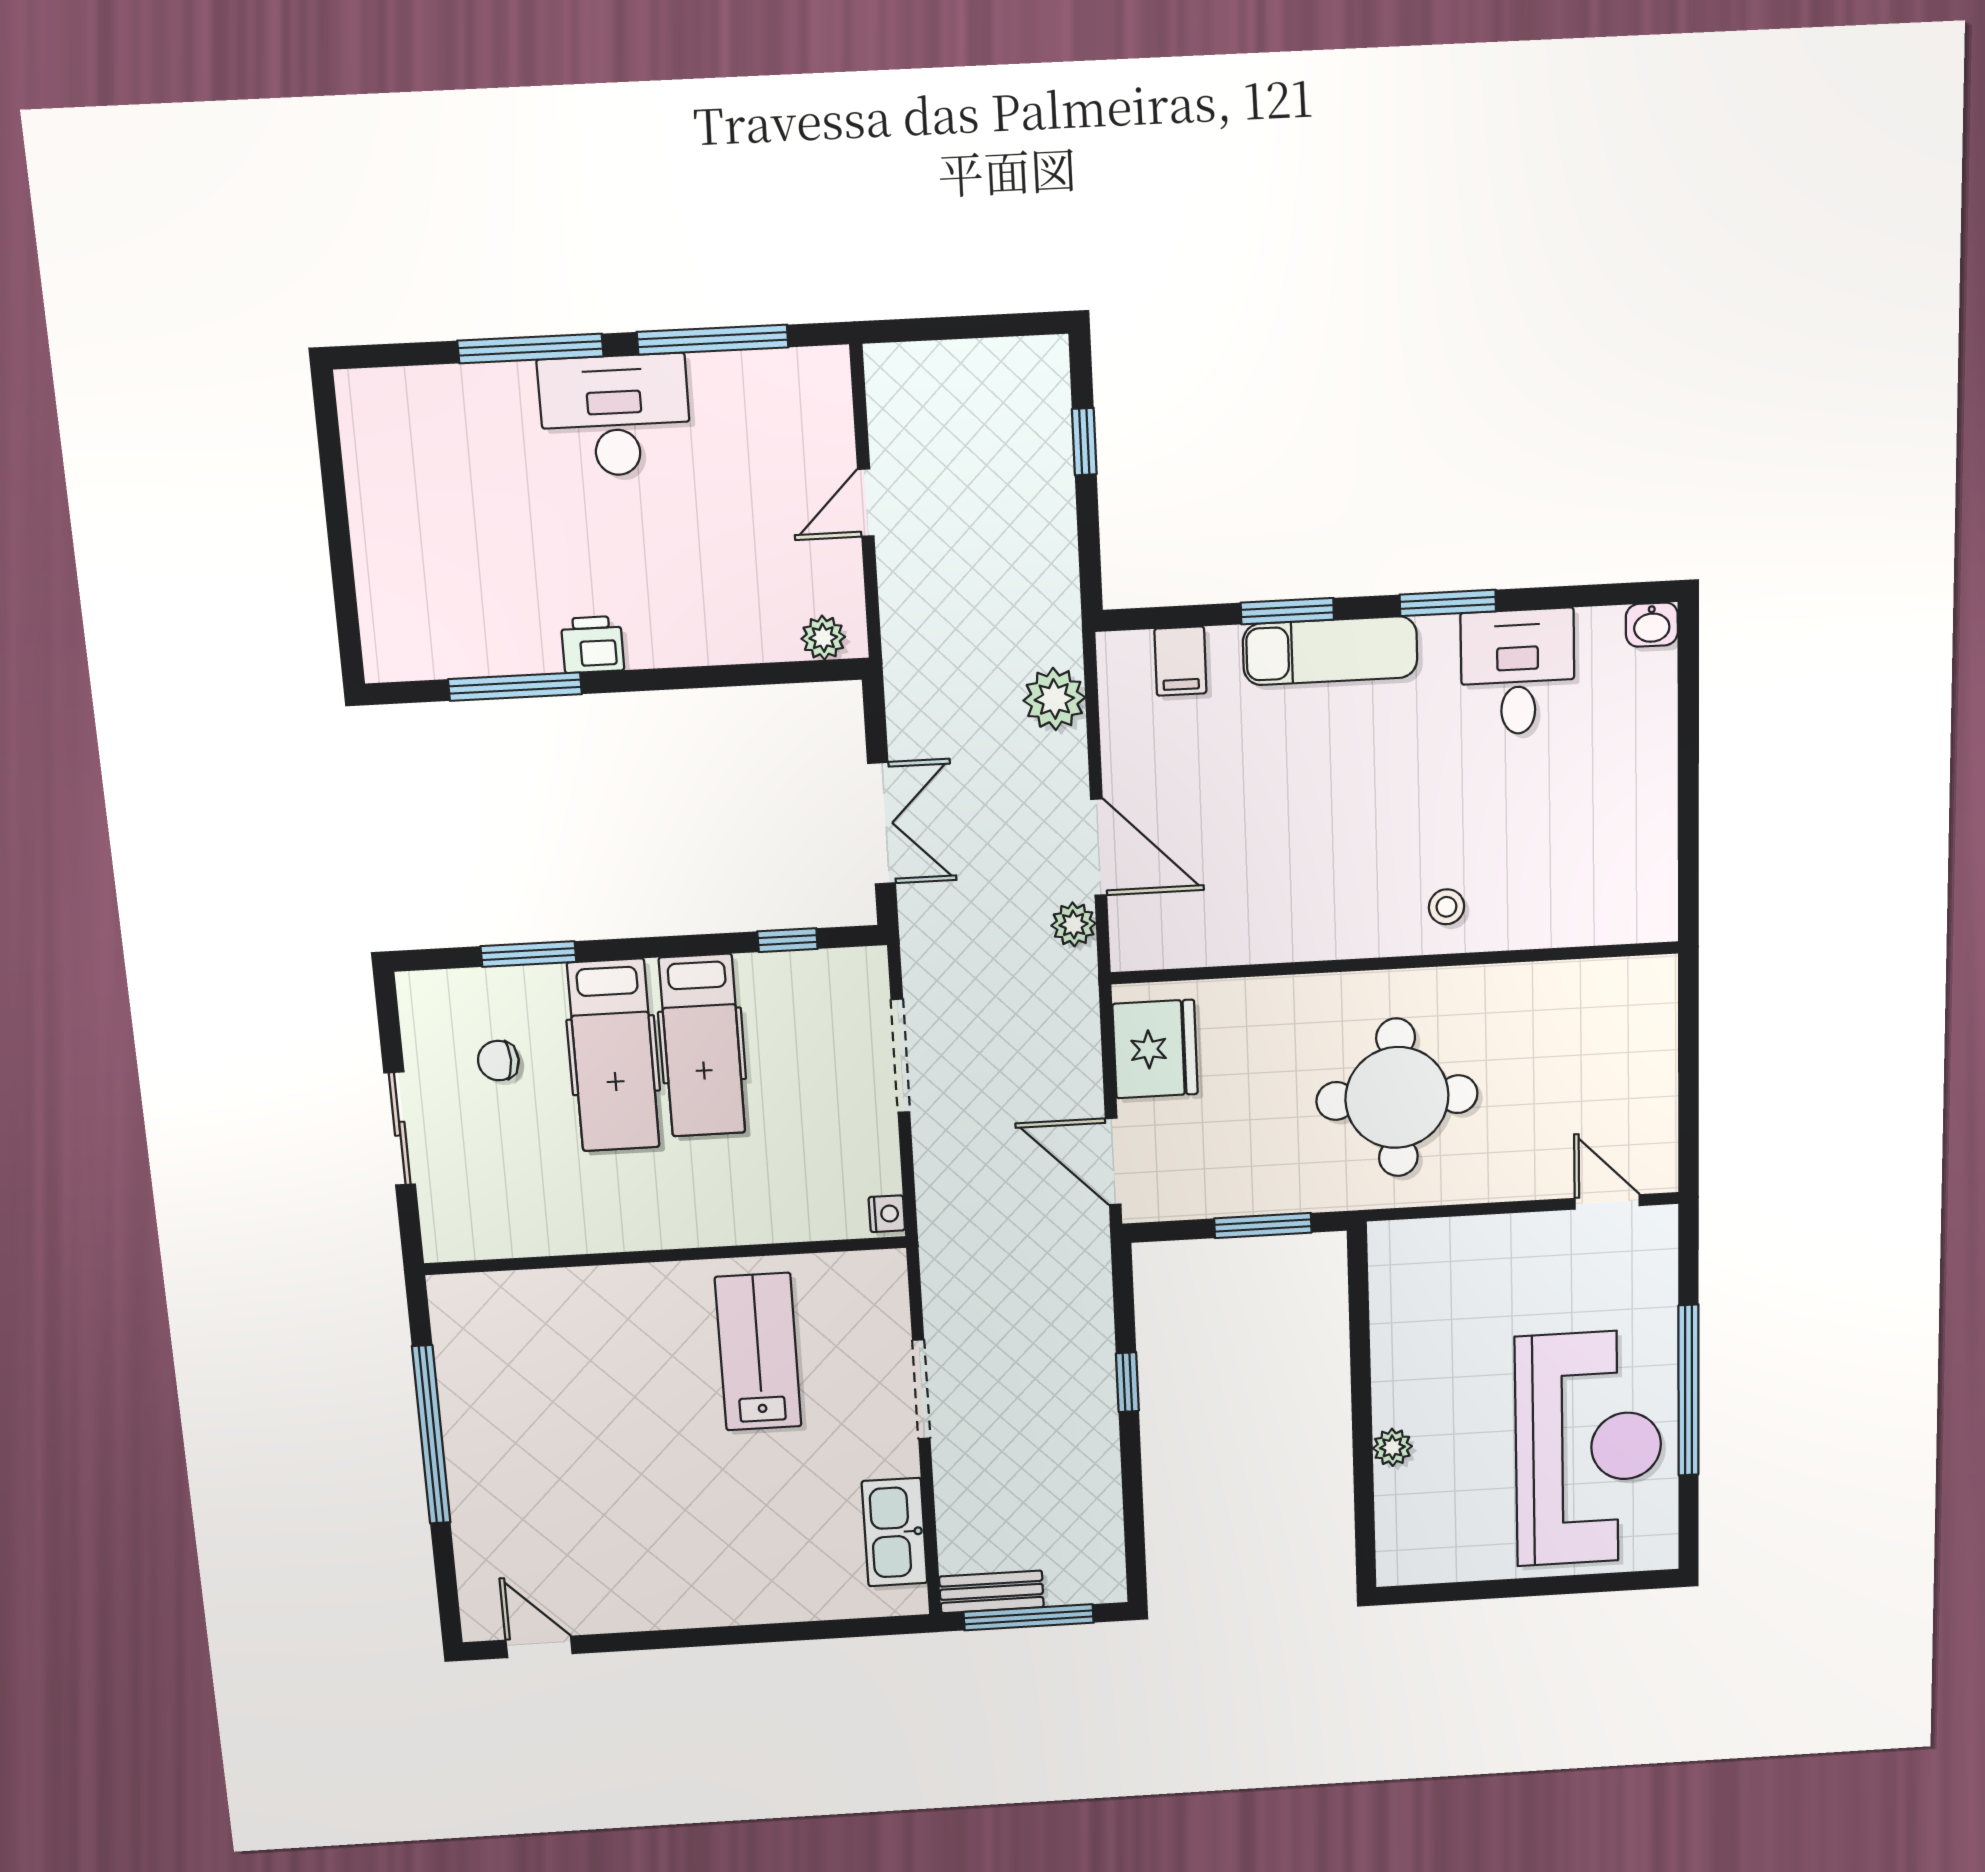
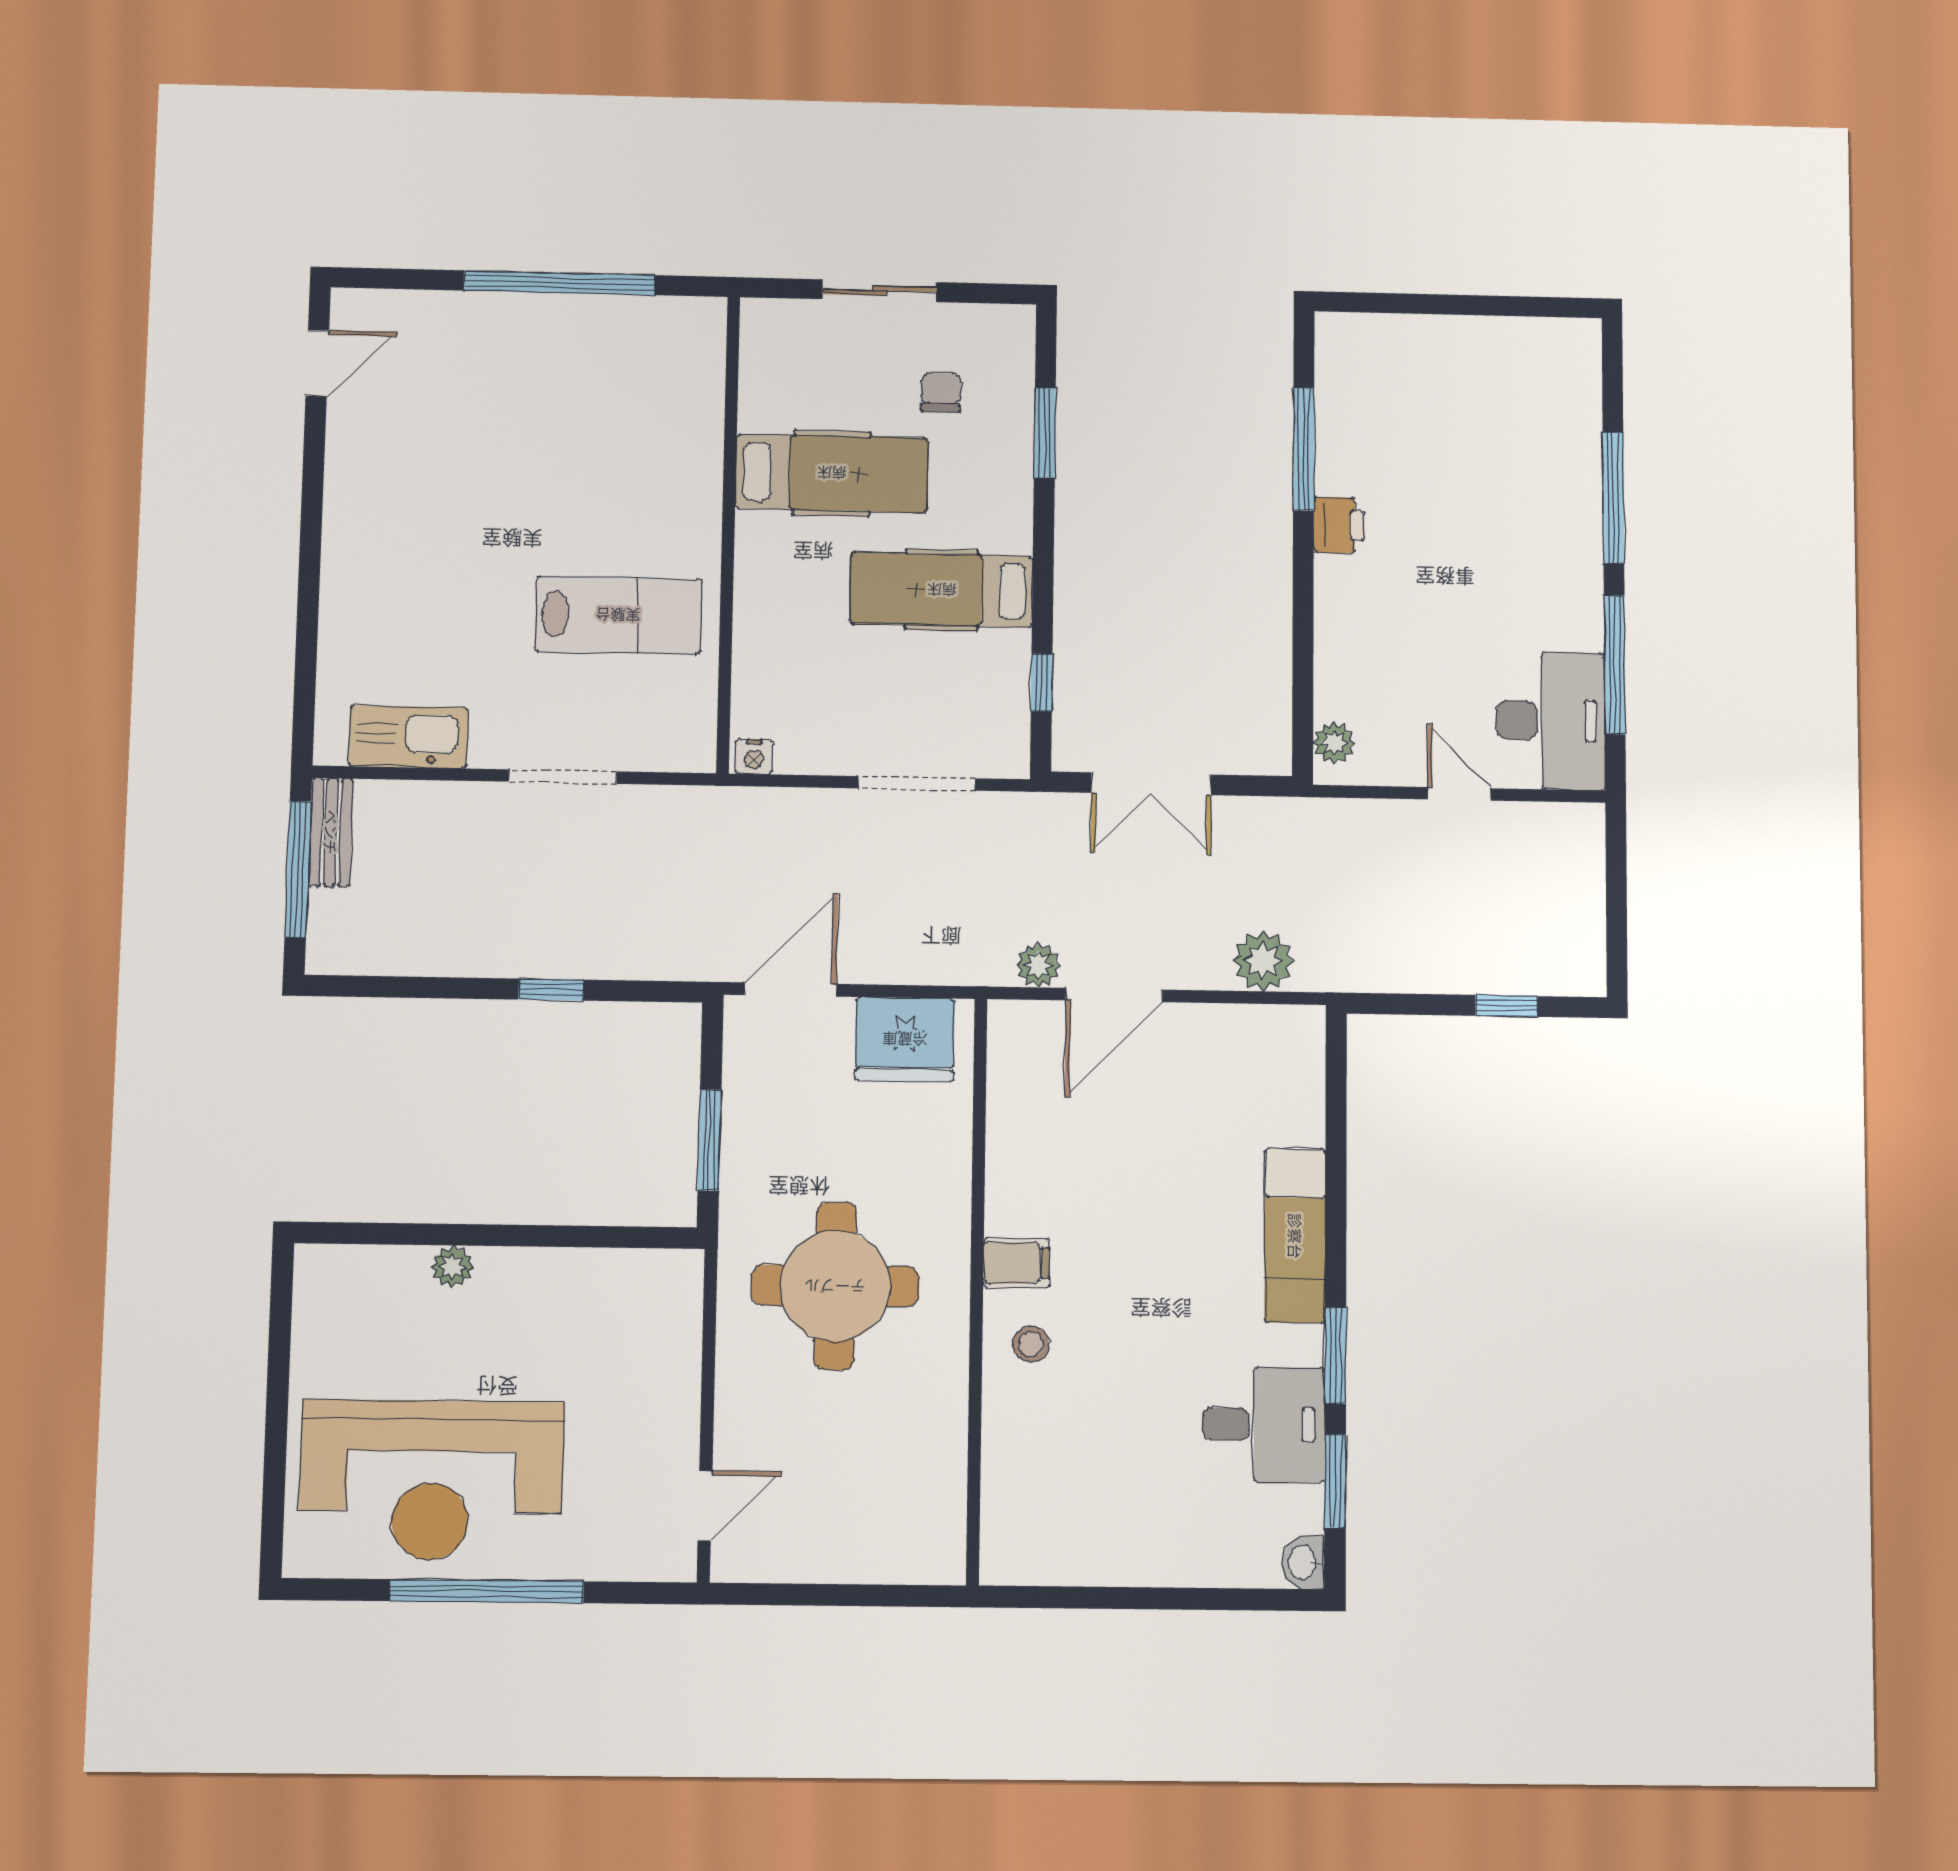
desk: (615, 416) -> (1551, 721), moved
window: (1287, 611) -> (1335, 1481), moved
filing cabinet: (1180, 661) -> (1016, 1263), moved, turned 180
hospital bed: (613, 1055) -> (832, 473), moved, turned 180

